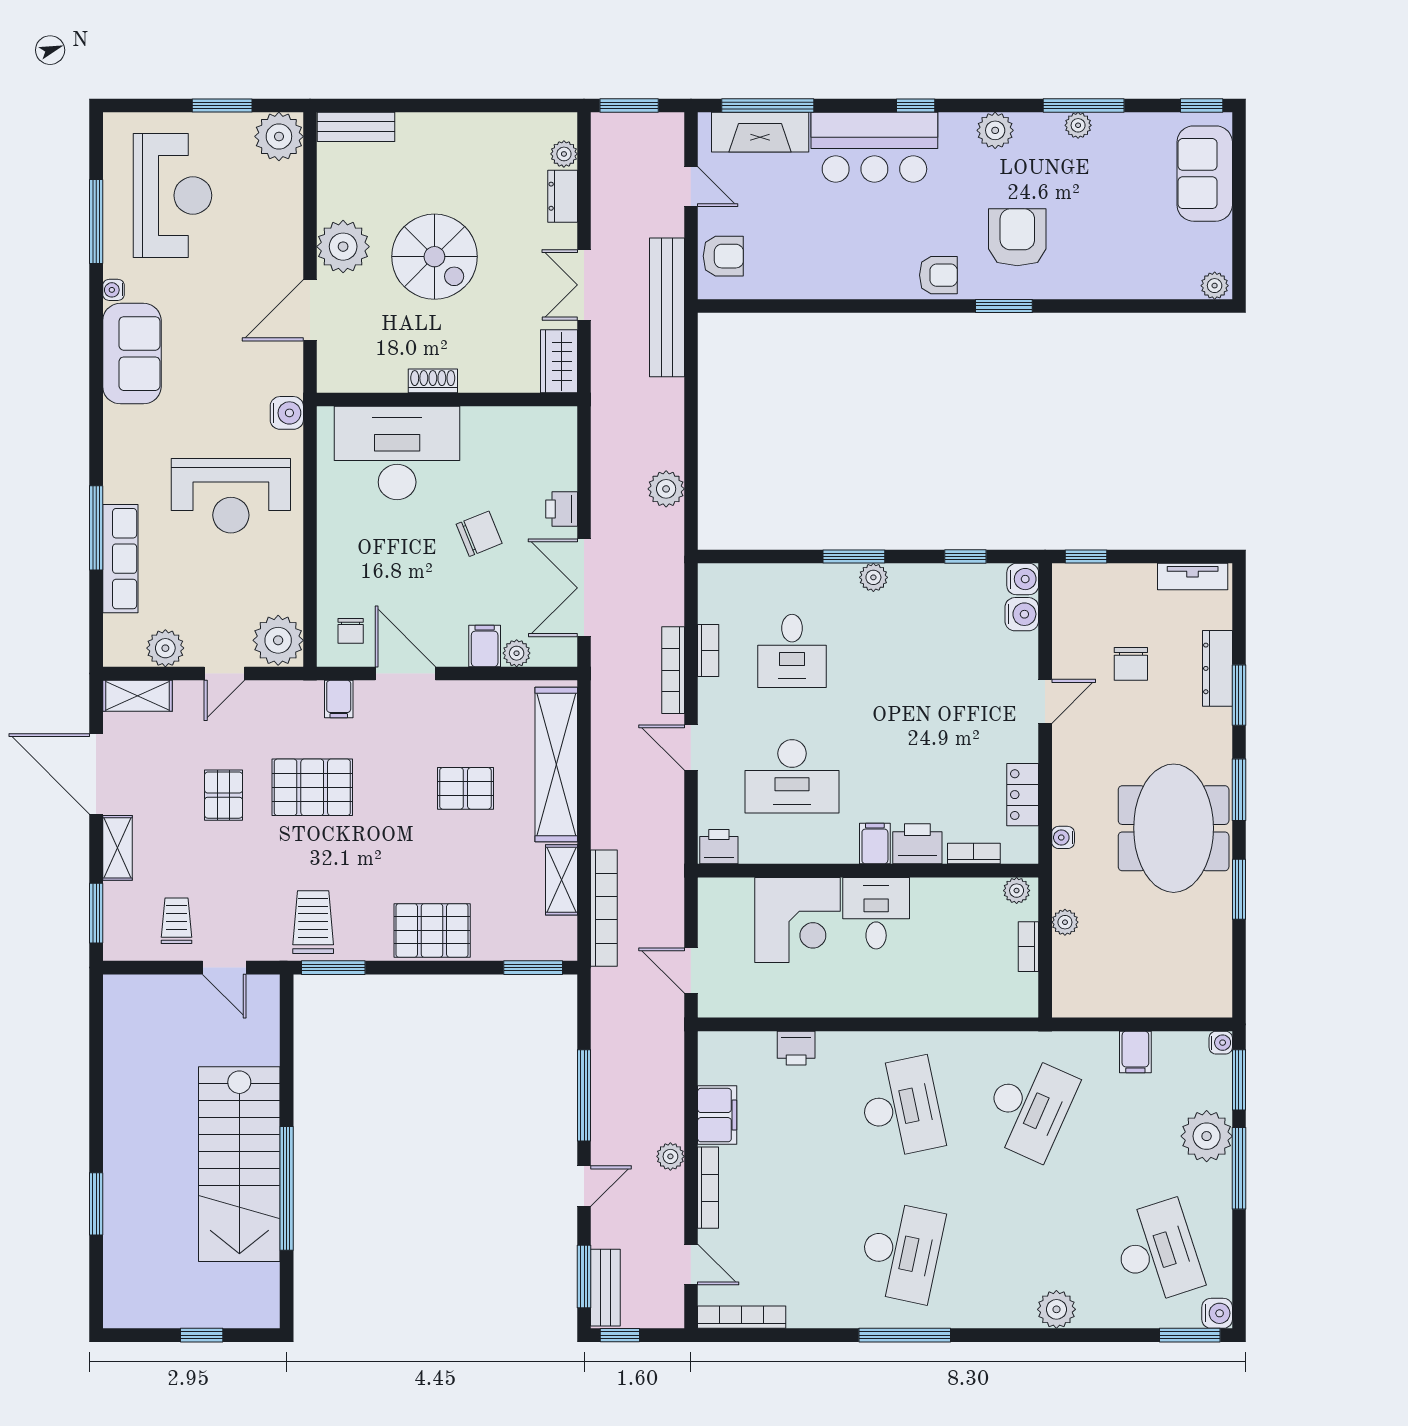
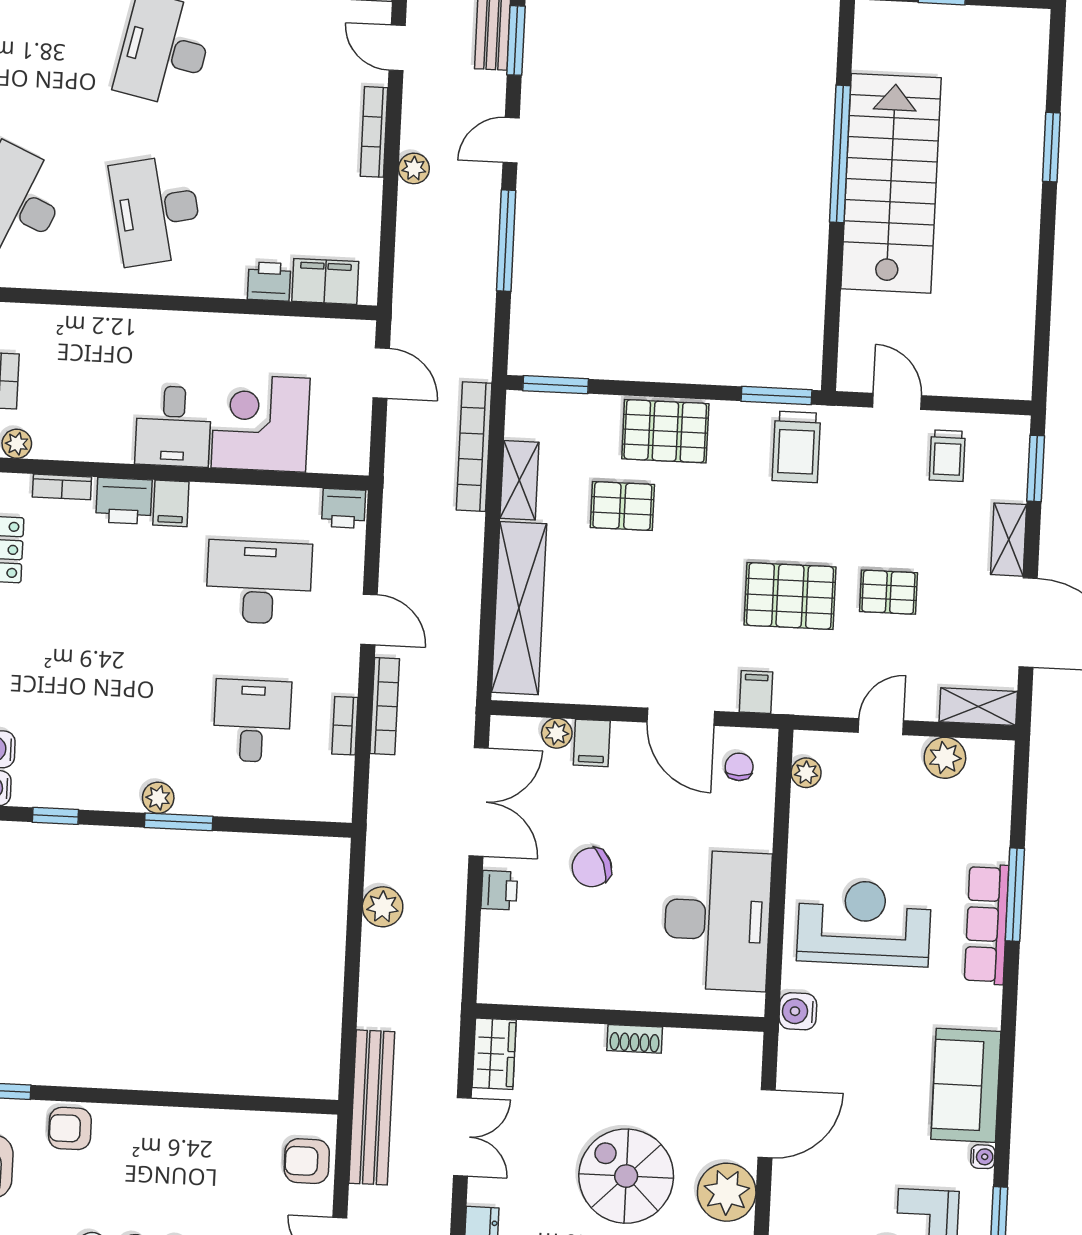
desk: (397, 453) -> (717, 920), moved, turned -90
row of seats: (120, 559) -> (987, 924), moved
plant: (278, 640) -> (806, 773), width x0.53, depth x0.53
pallet: (465, 788) -> (622, 506), moved
pallet: (224, 795) -> (888, 592), turned 90
filing cabinet: (717, 1115) -> (325, 281), moved, turned 90

